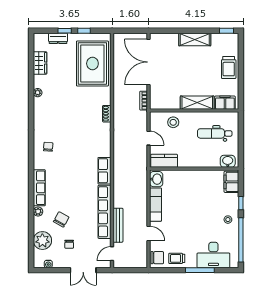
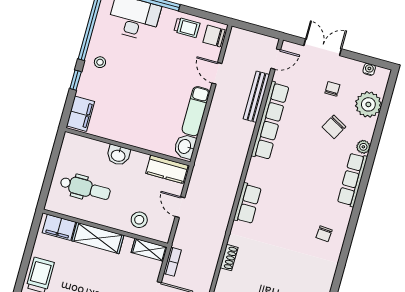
shelving: (161, 104) -> (149, 250), added
washbasin: (228, 161) -> (118, 155), moved
row of seats: (104, 171) -> (247, 203), moved

